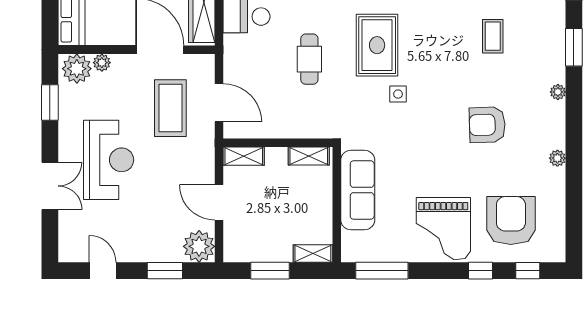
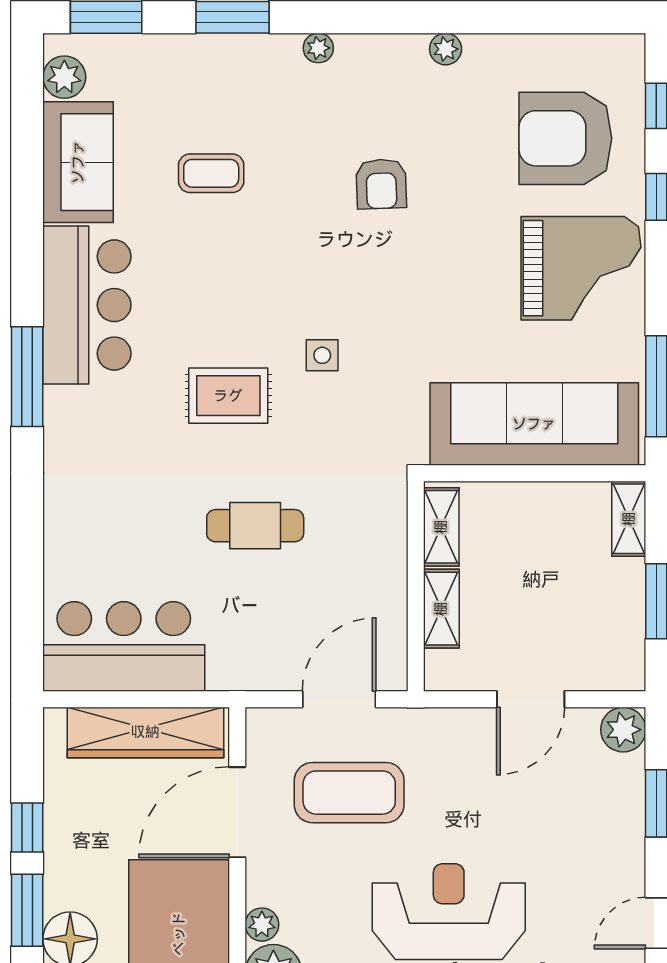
rug: (377, 45) -> (228, 396), width x0.73, depth x0.70
armchair: (487, 125) -> (381, 184), width x0.72, depth x0.72
shelving: (244, 156) -> (441, 609), moved
sofa: (358, 190) -> (534, 424), width x1.36, depth x1.27
plant: (199, 246) -> (623, 730), width x0.73, depth x0.73

